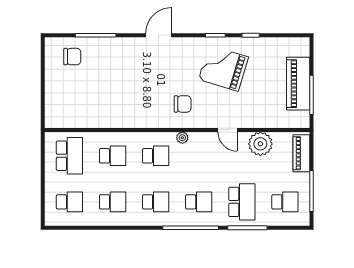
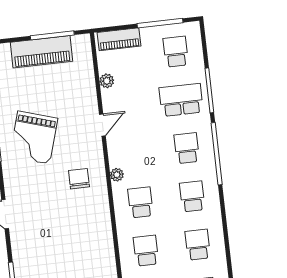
plant: (260, 144) -> (107, 81), width x0.53, depth x0.53

